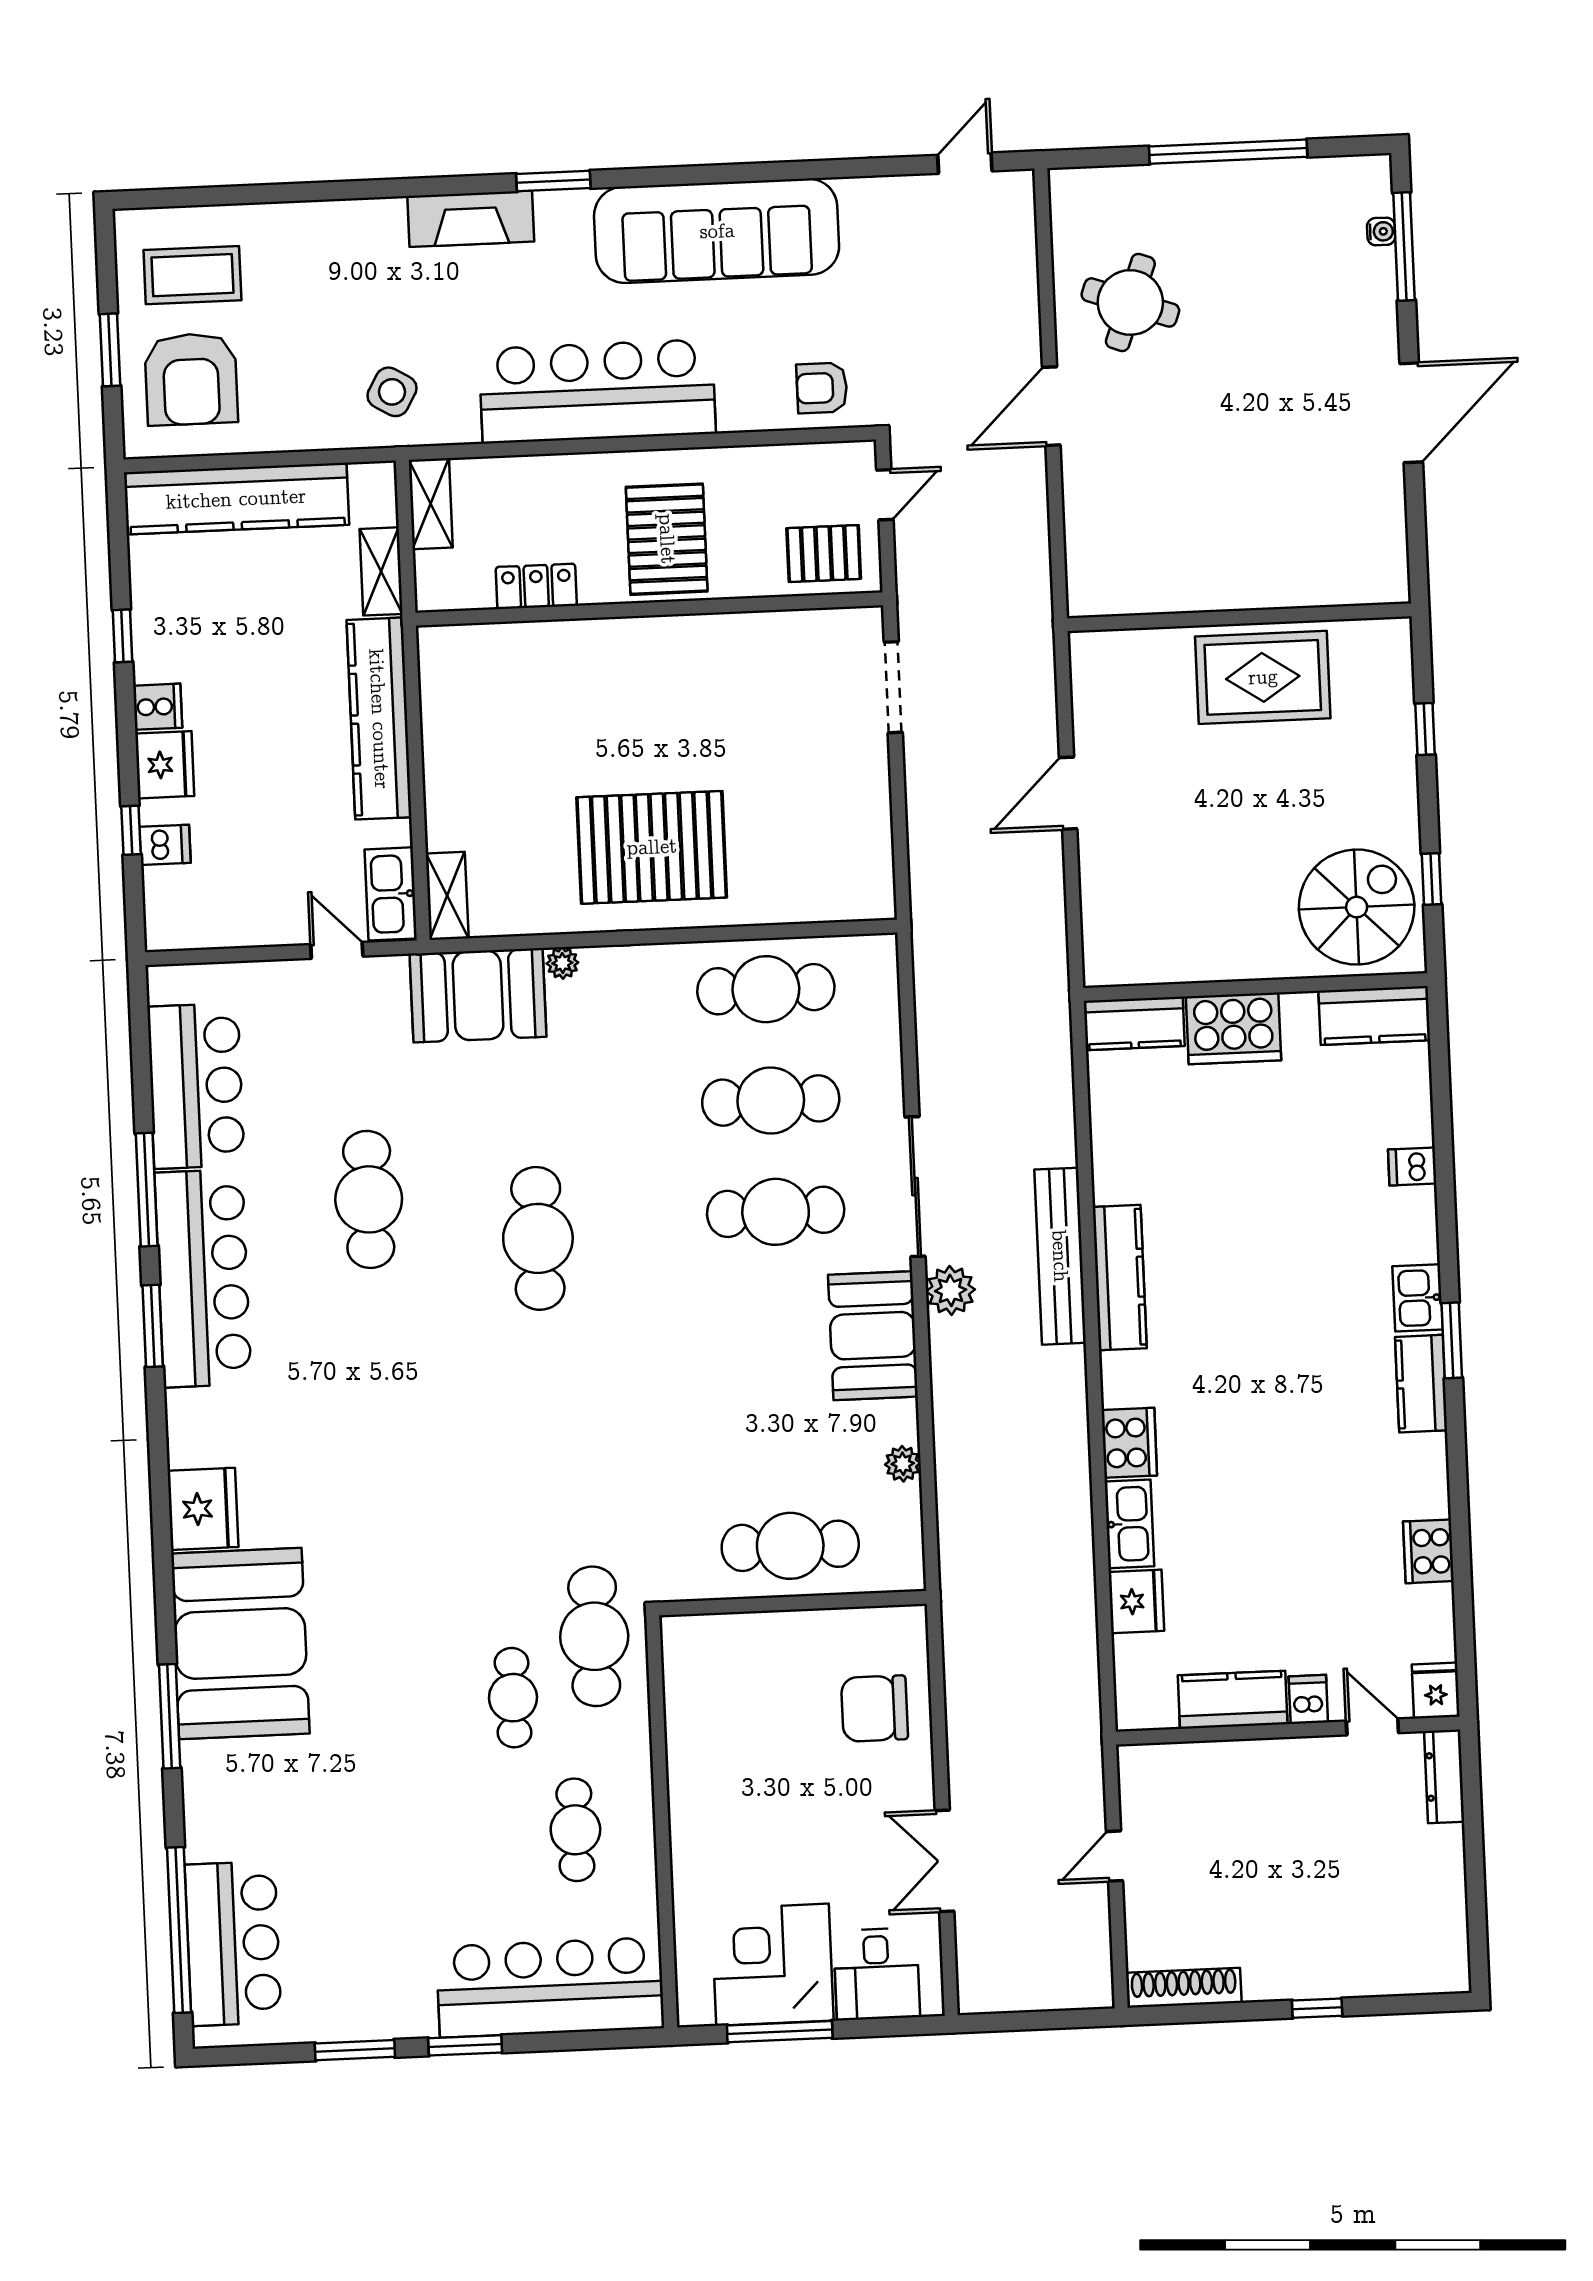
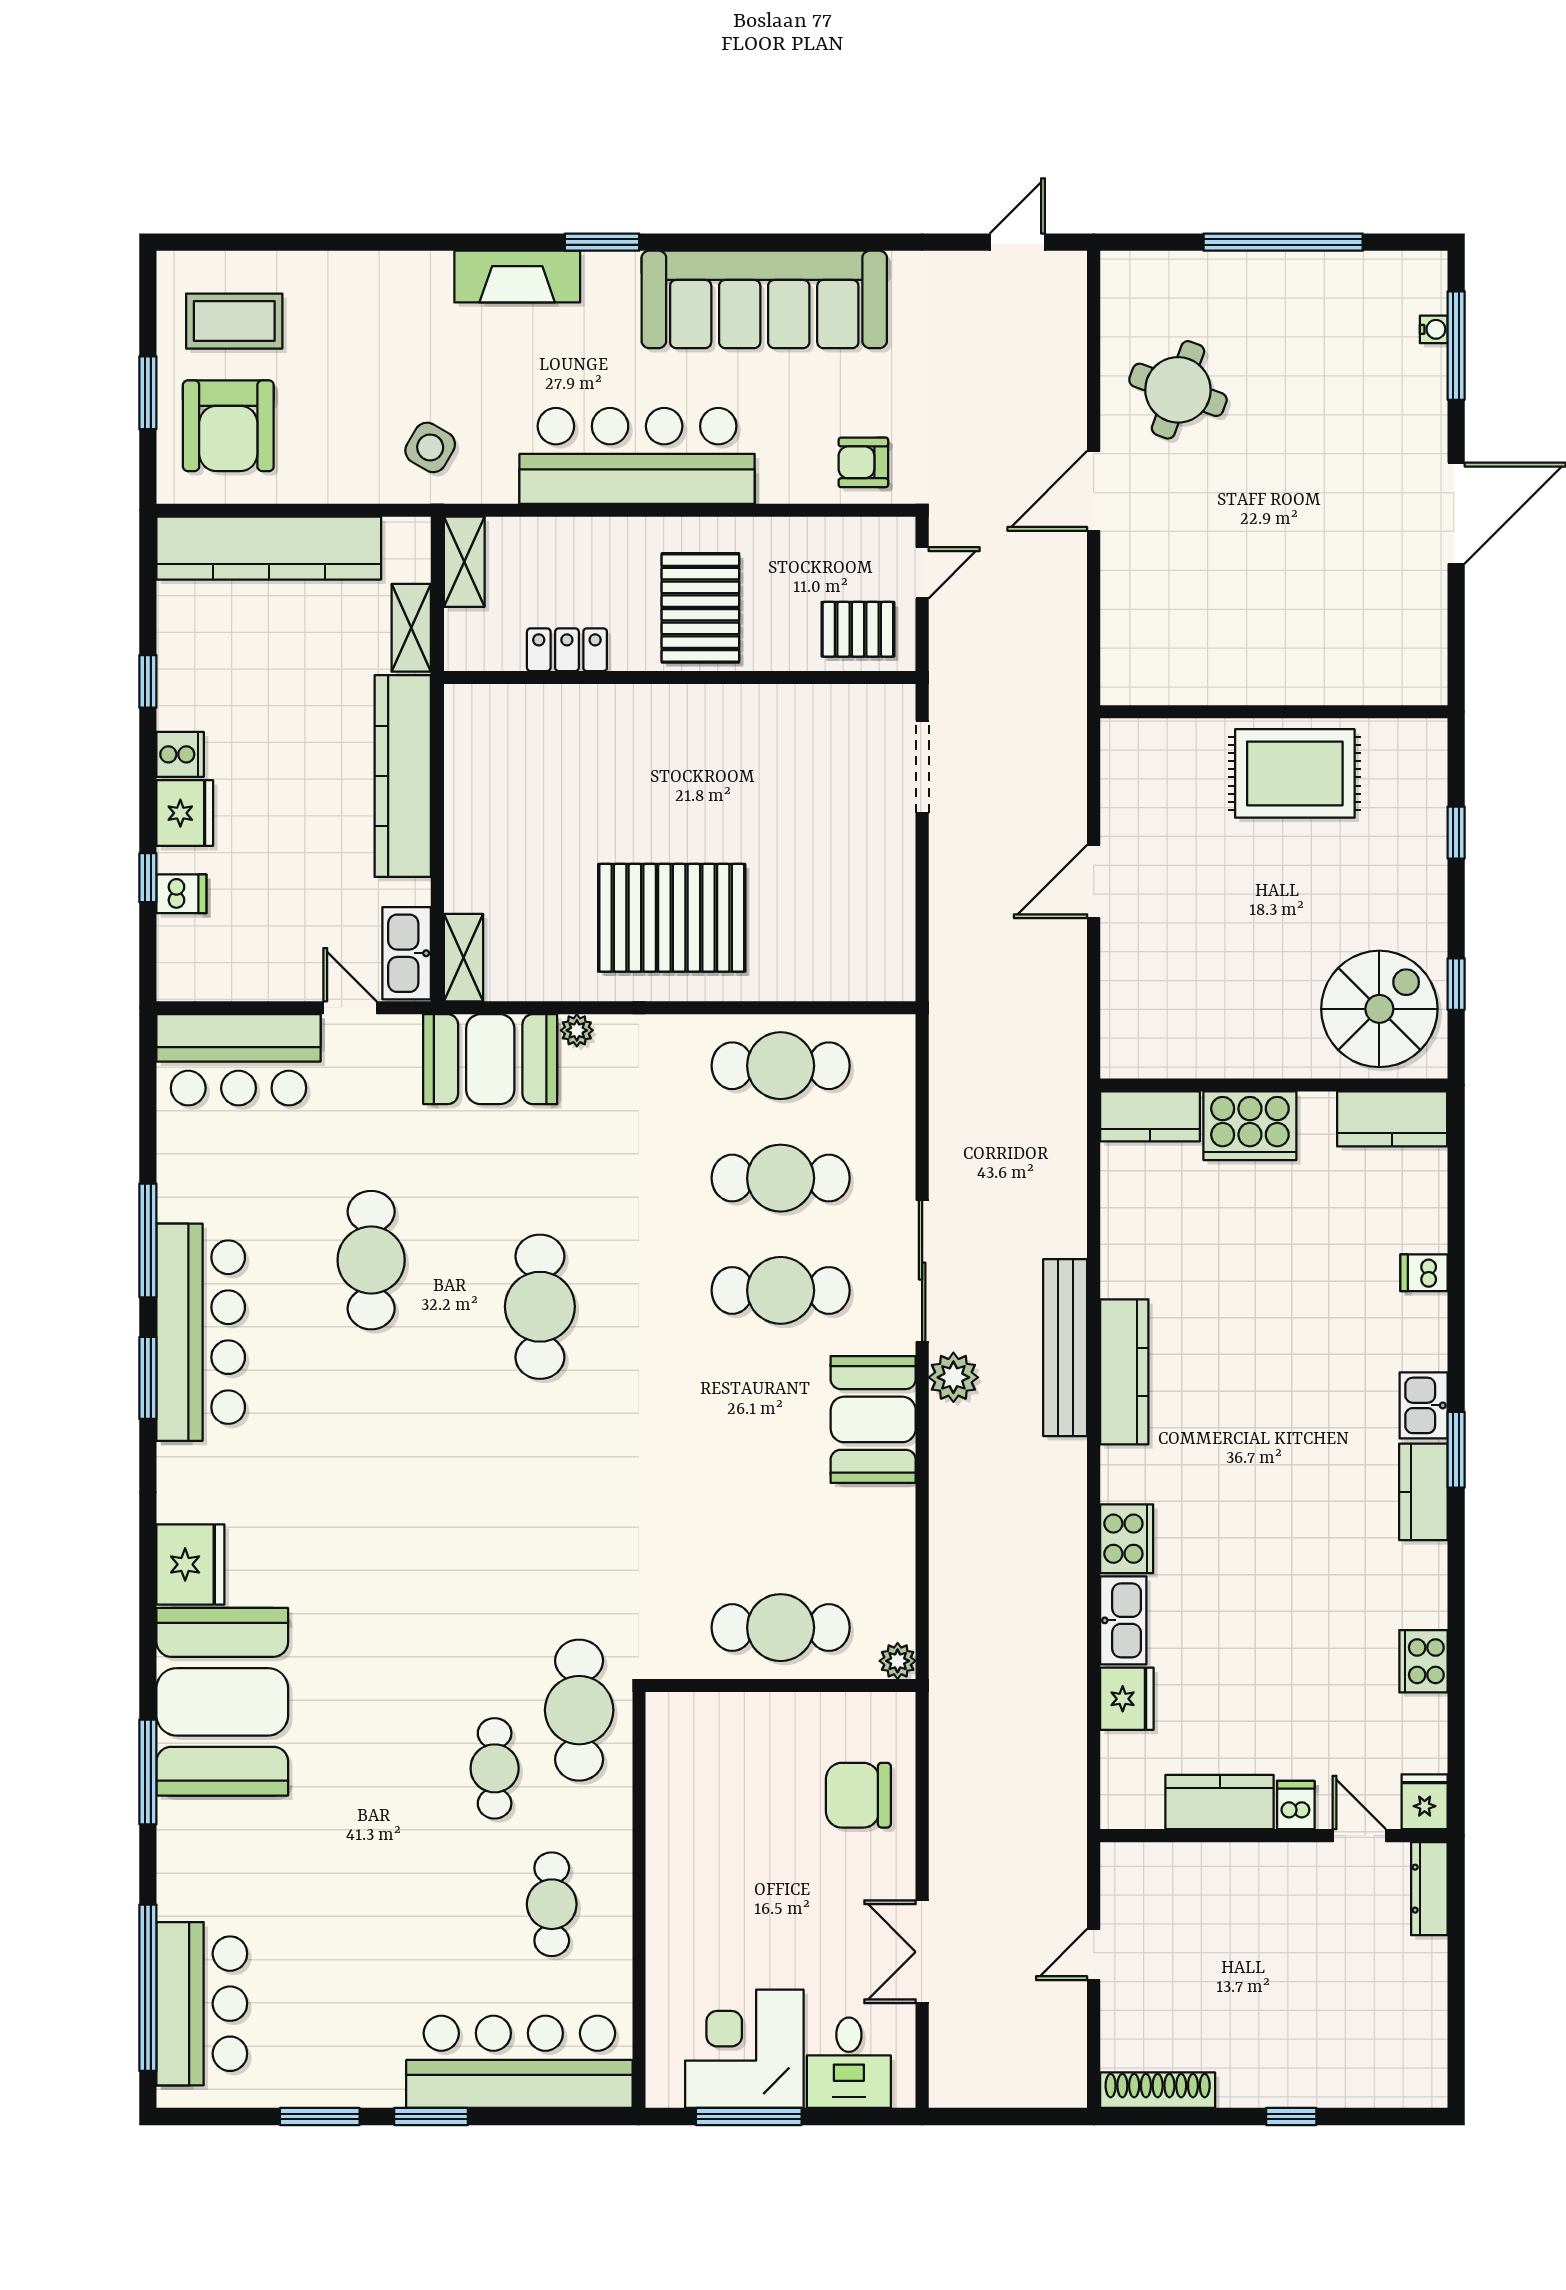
bar counter: (196, 1086) -> (239, 1060), moved, turned 90
plant: (903, 1464) -> (898, 1661), moved

